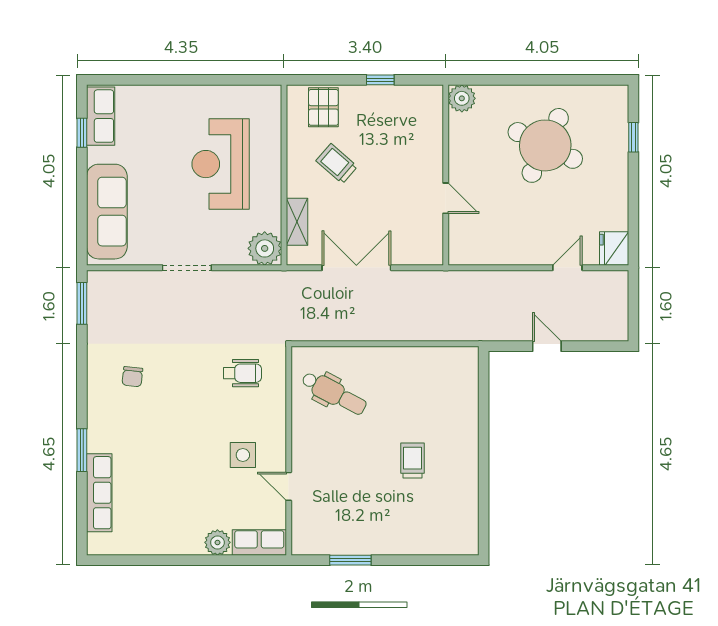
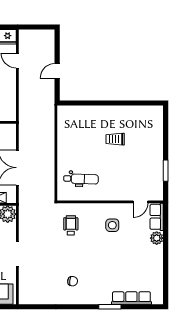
window: (82, 303) -> (35, 307), removed
dental chair: (334, 393) -> (81, 179), turned 64
door: (289, 486) -> (140, 202), moved

